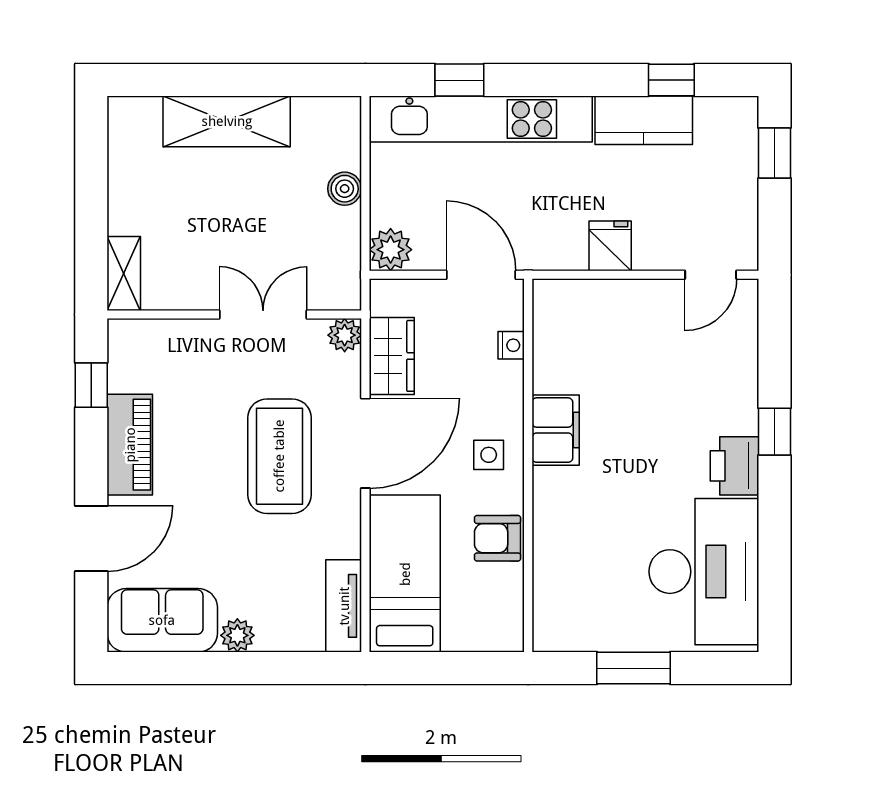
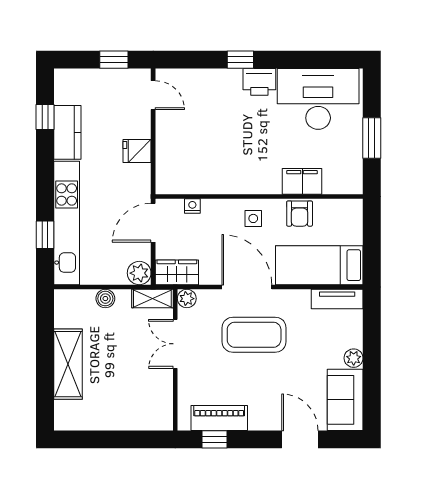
window: (775, 153) -> (114, 60), moved
shelving: (124, 273) -> (152, 299), moved
wardrobe: (392, 356) -> (177, 272), moved
filing cabinet: (556, 430) -> (302, 181), moved
piano: (130, 445) -> (219, 418), moved

